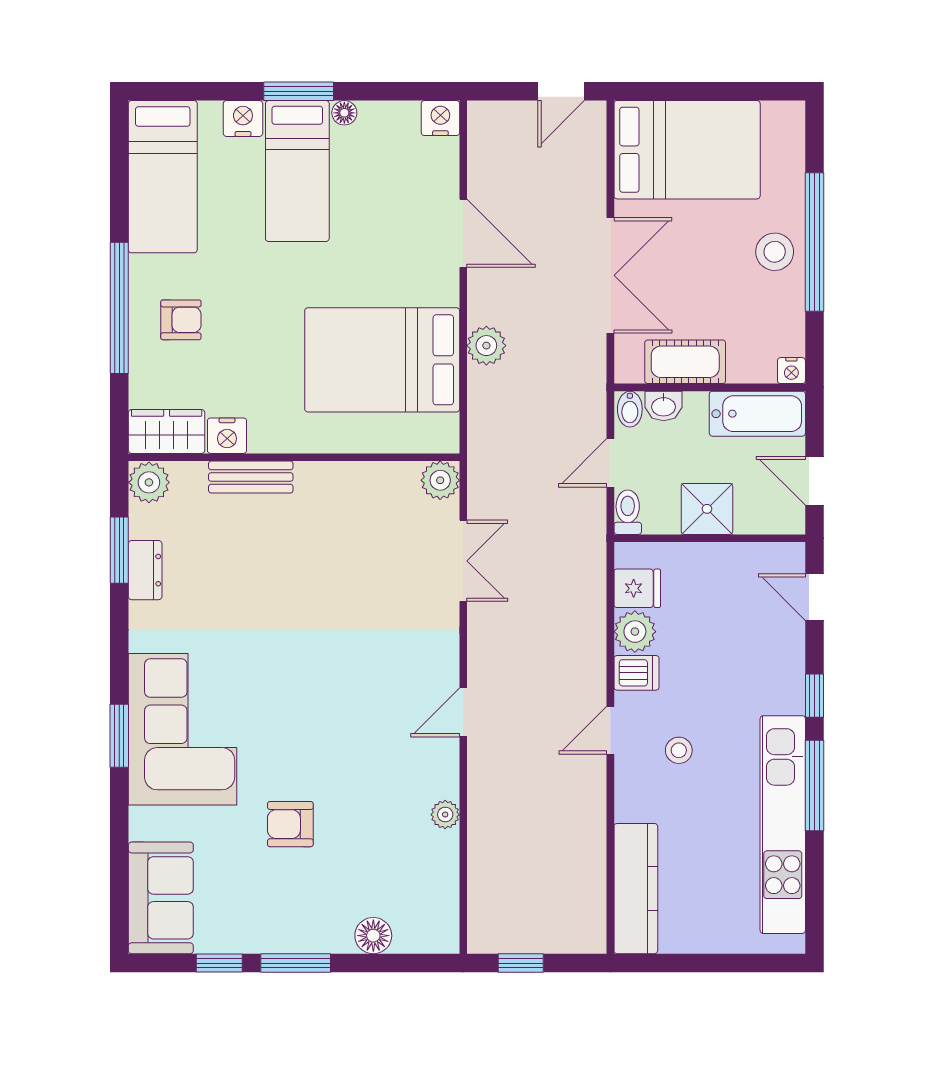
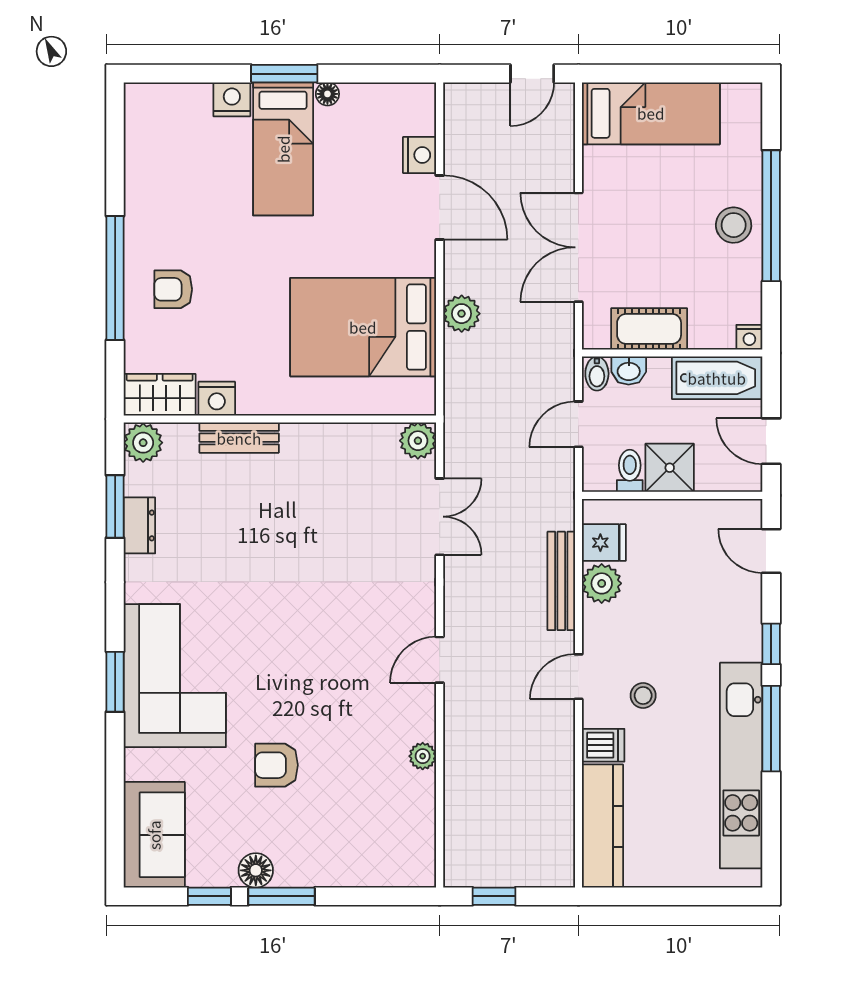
nightstand: (440, 118) -> (420, 155), moved, turned 90
bed: (687, 150) -> (651, 113), width x0.67
bed: (163, 177) -> (156, 154), removed
double door: (610, 275) -> (578, 247), swing flipped
armchair: (181, 320) -> (173, 289), turned 180
toilet: (628, 512) -> (630, 471), moved
bench: (592, 629) -> (561, 581), added
dishwasher: (636, 673) -> (603, 745), moved
floor lamp: (373, 936) -> (256, 870), moved

